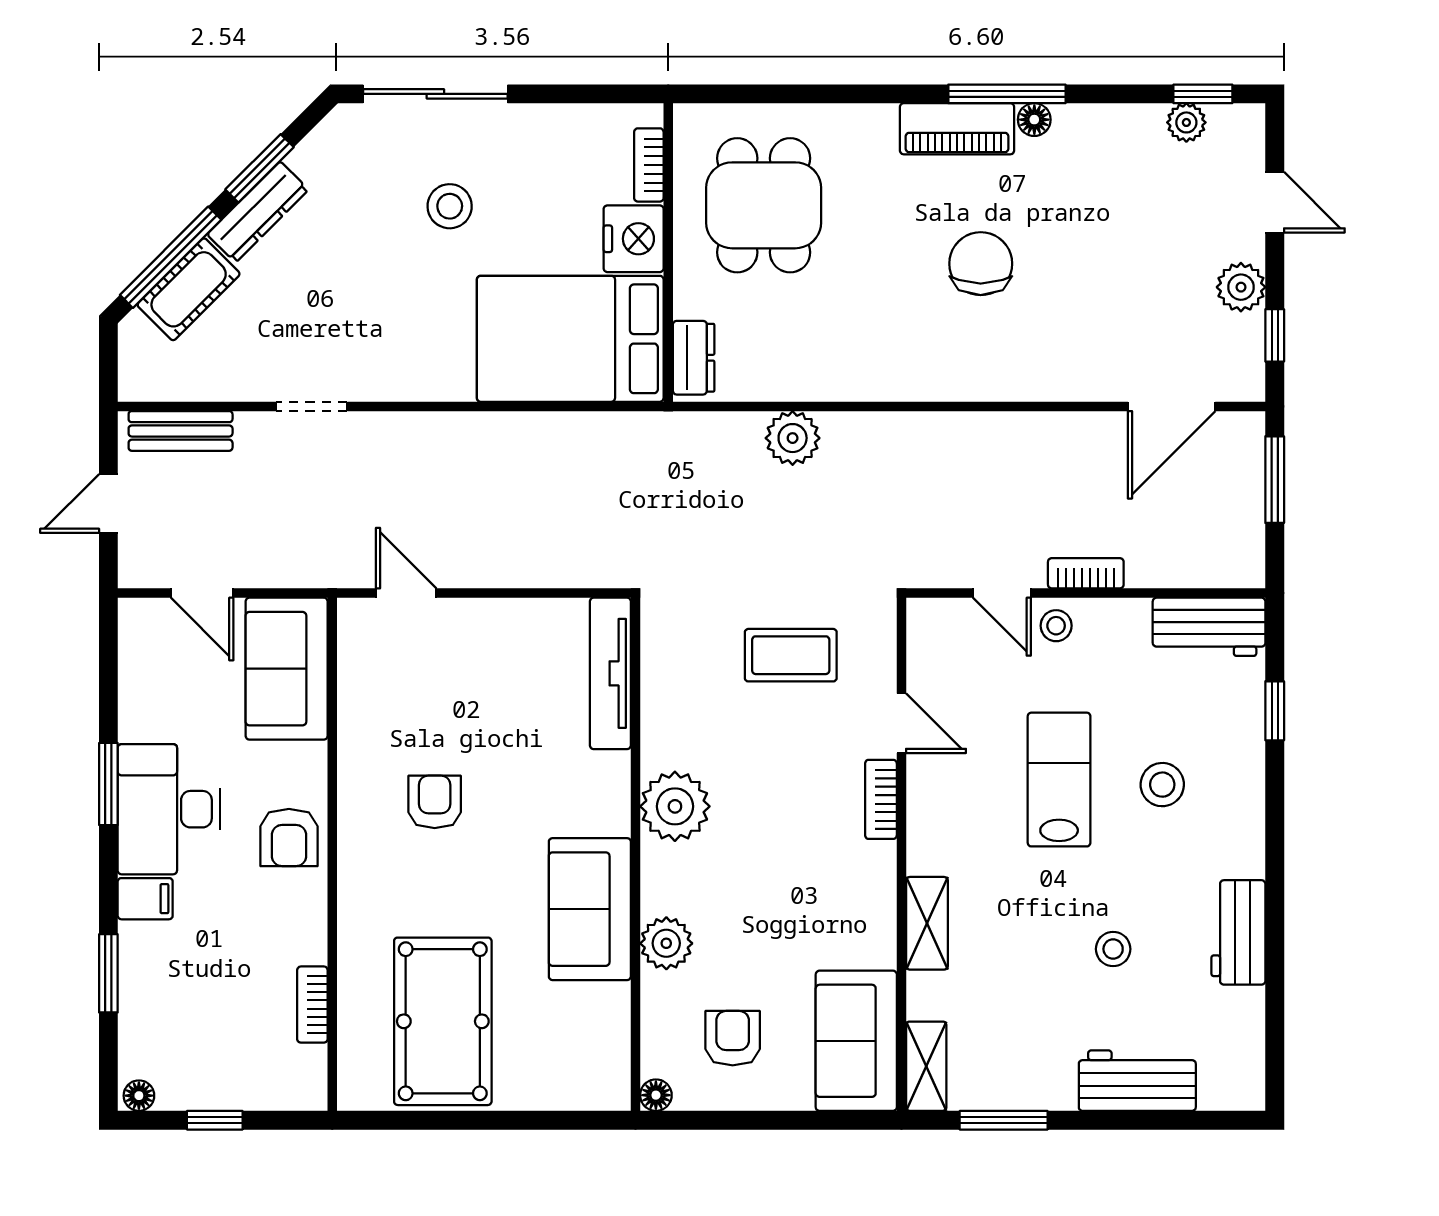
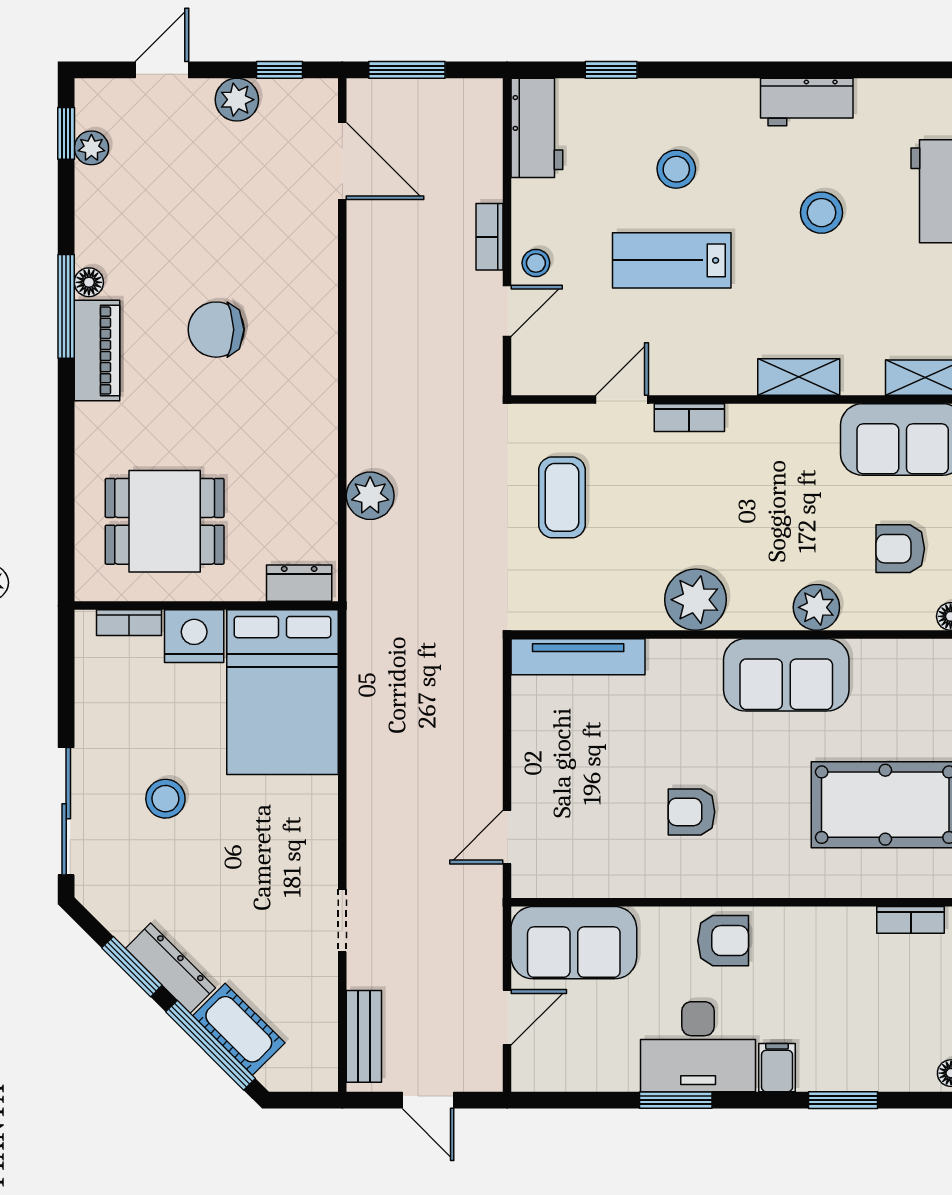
stool: (1113, 949) -> (822, 213), width x1.37, depth x1.37
bookcase: (312, 1005) -> (911, 920), moved

